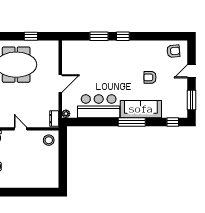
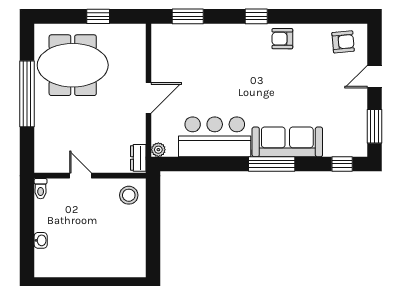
window: (99, 36) -> (188, 16), moved
armchair: (150, 77) -> (282, 39), moved

